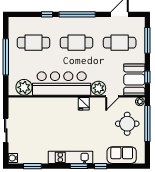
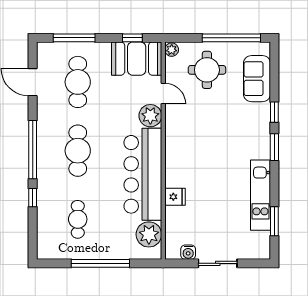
cafe table: (33, 43) -> (78, 219), width x0.73, depth x0.74
fridge: (84, 104) -> (175, 197), moved
window: (147, 123) -> (231, 38), moved
kitchen unit: (70, 157) -> (260, 195), moved
water cooler: (13, 158) -> (188, 252), moved

